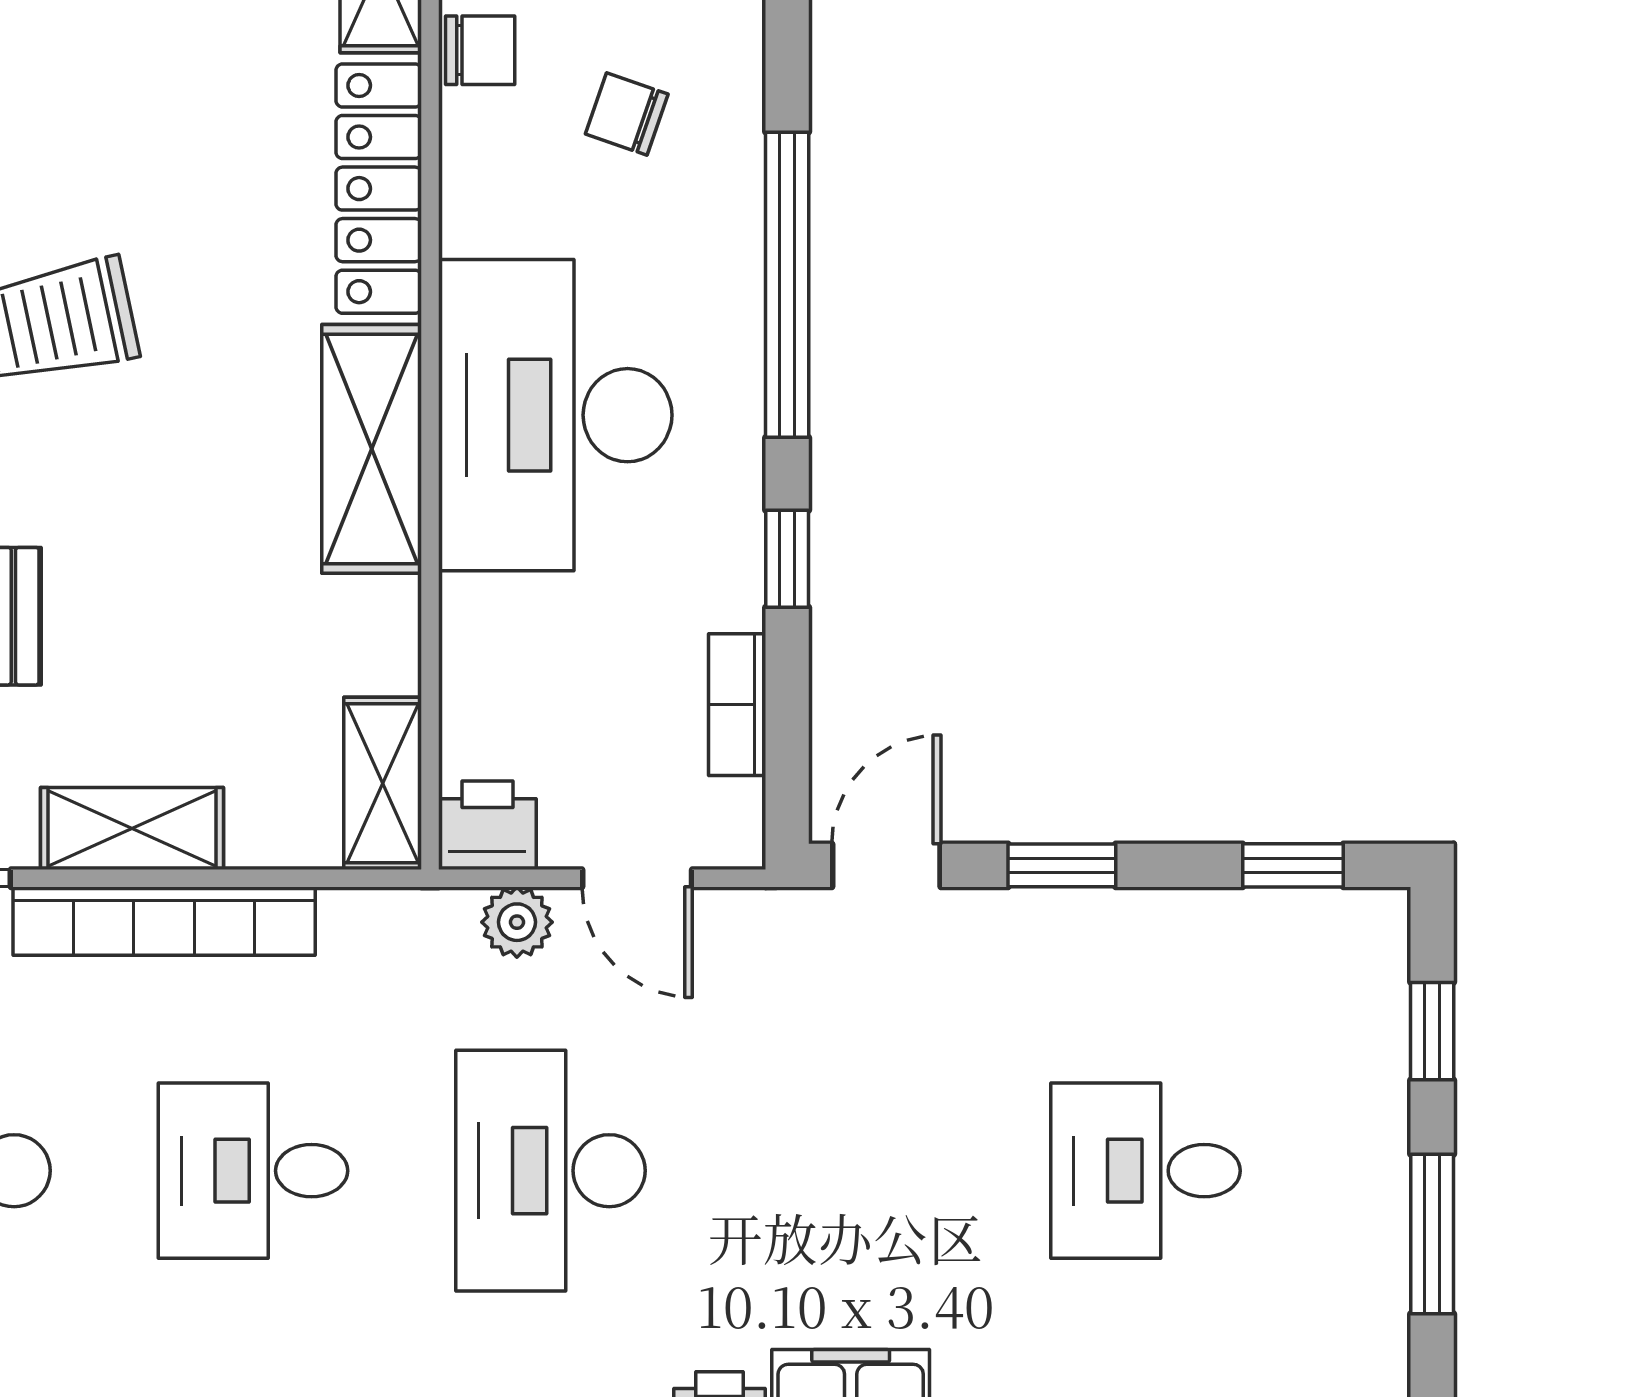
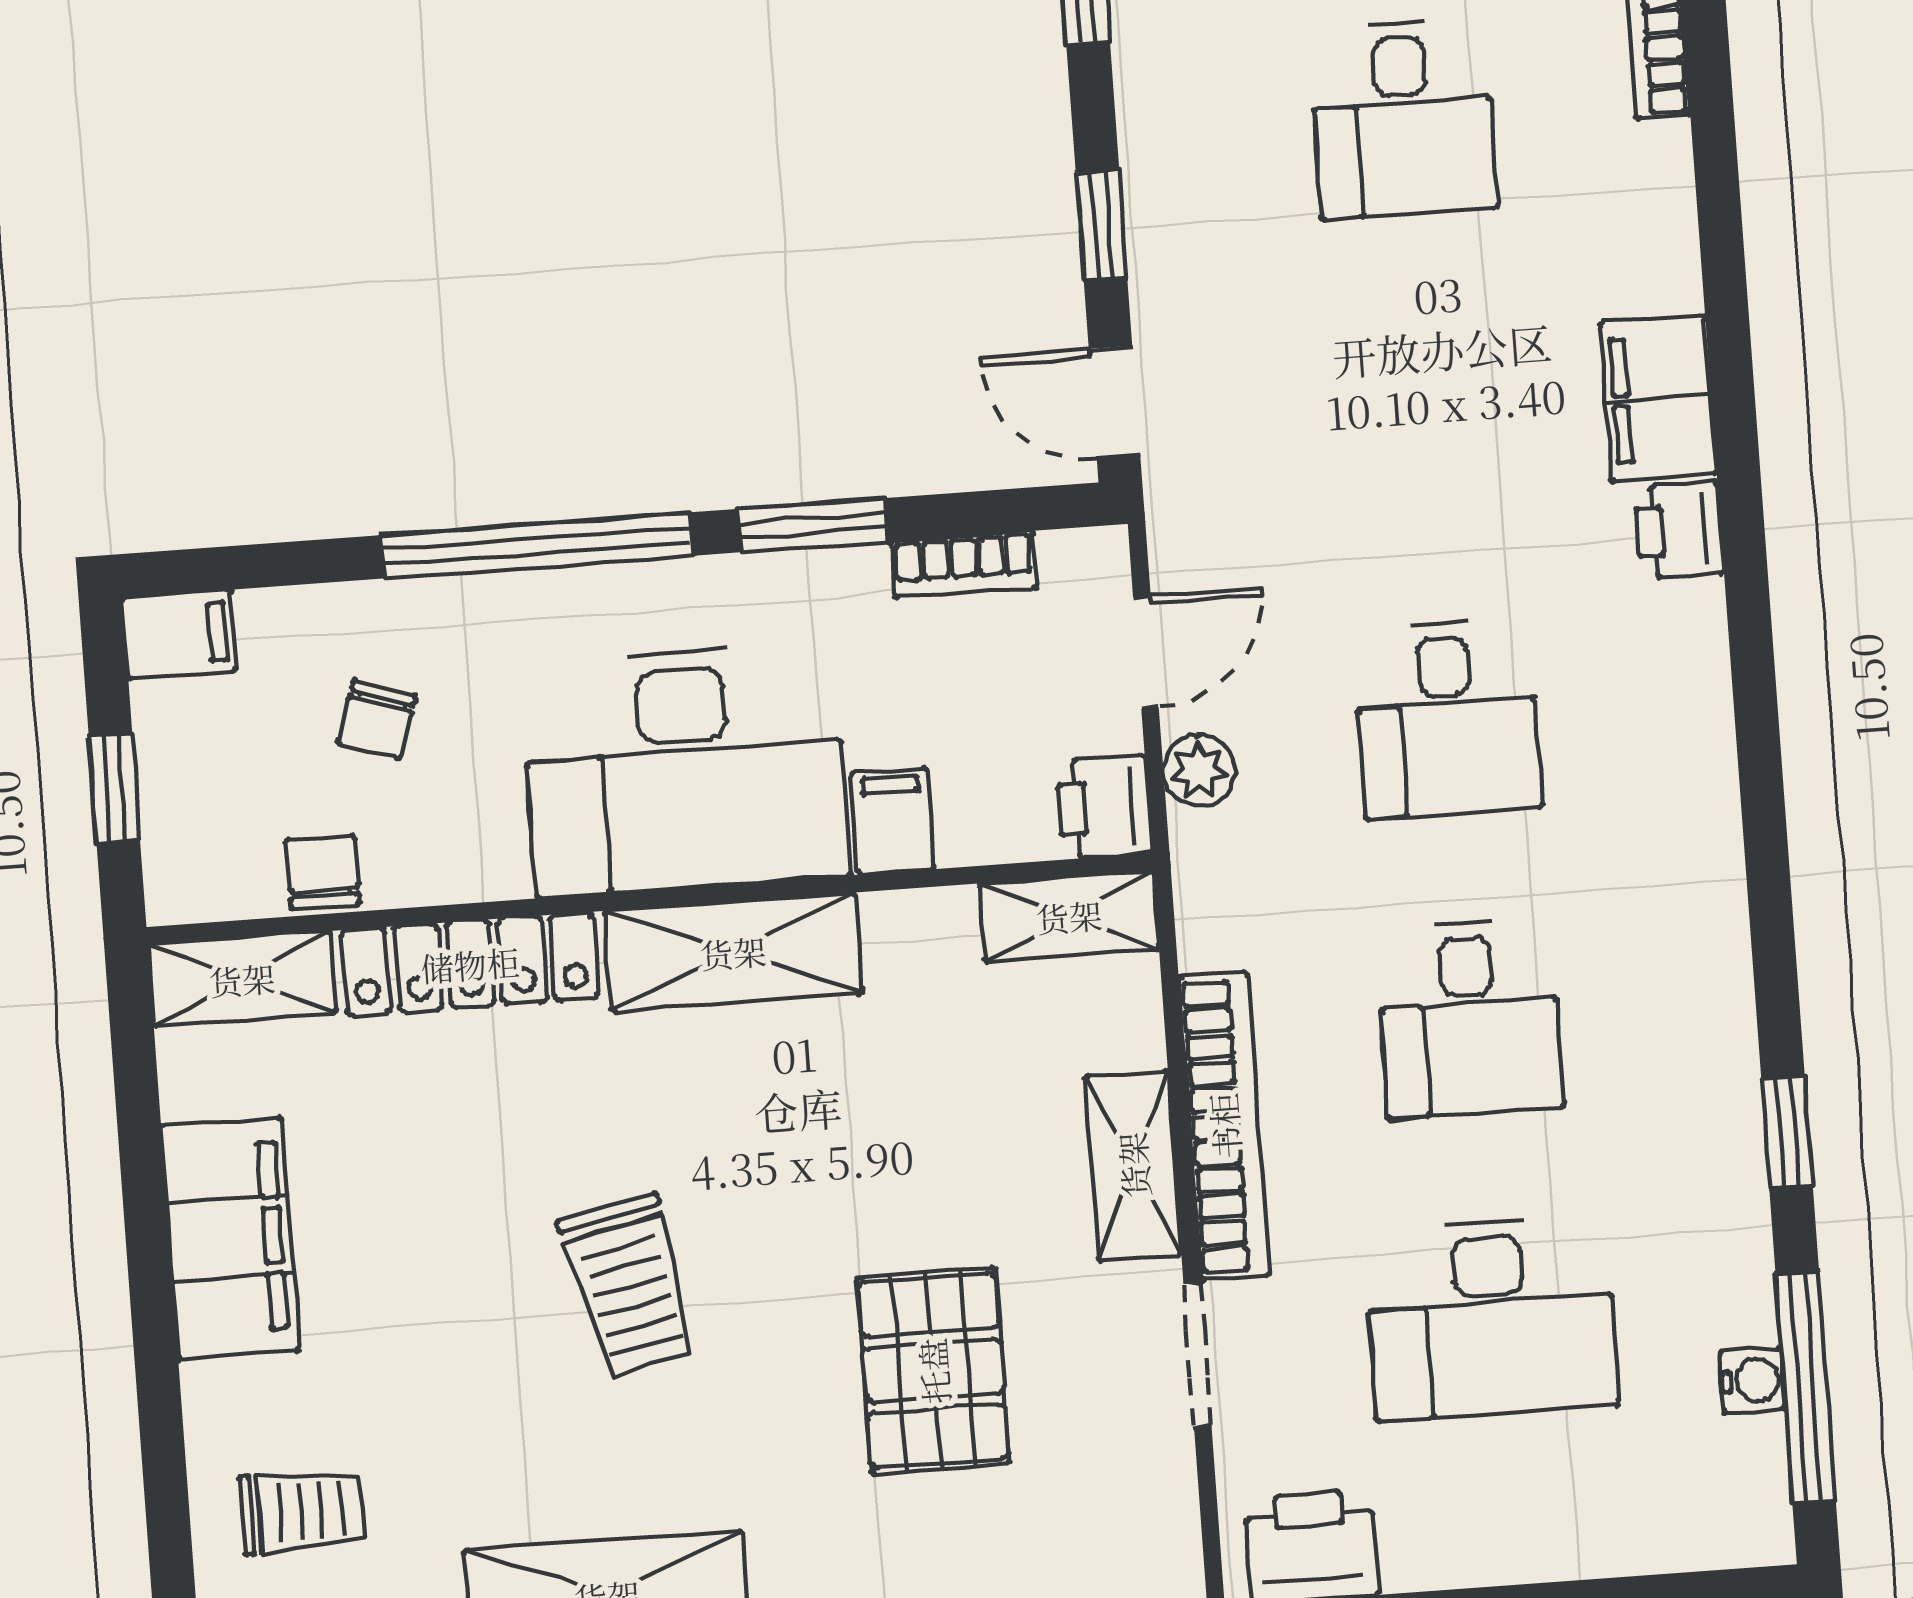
window: (787, 559) -> (813, 525), width x1.50
filing cabinet: (489, 616) -> (892, 821), added
desk: (550, 1171) -> (1447, 718), width x0.73

